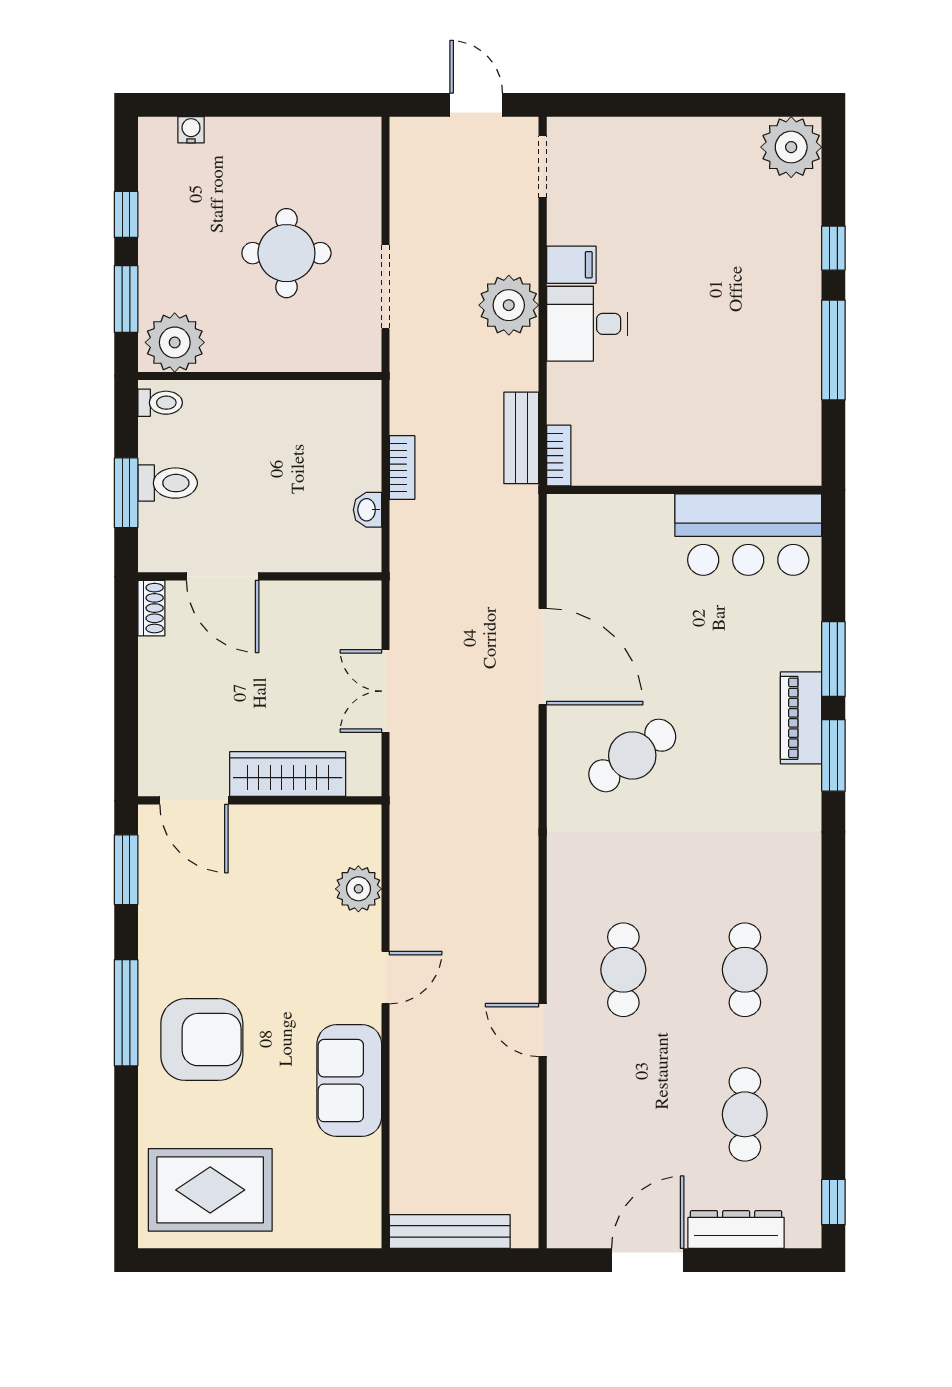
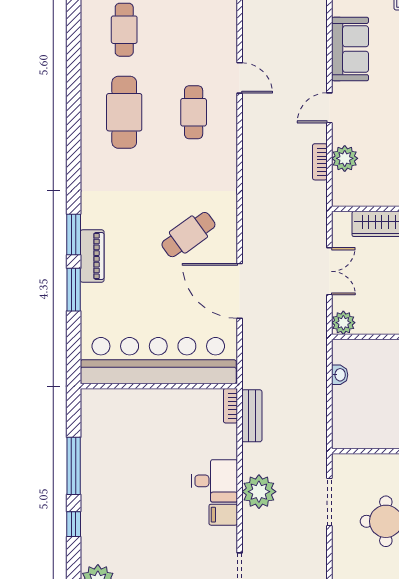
bookcase: (402, 468) -> (320, 162), moved
bar counter: (748, 535) -> (158, 361), width x1.86
plant: (361, 601) -> (343, 323), added
cafe table: (745, 970) -> (124, 112), width x1.37, depth x1.35

